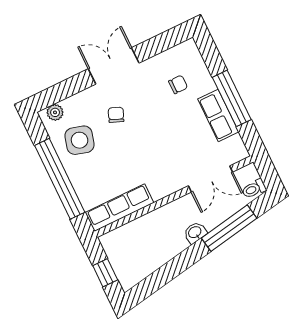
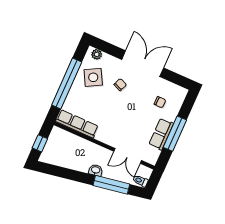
double door: (114, 66) -> (143, 64), width x1.37
side table: (80, 140) -> (93, 77), turned 45

